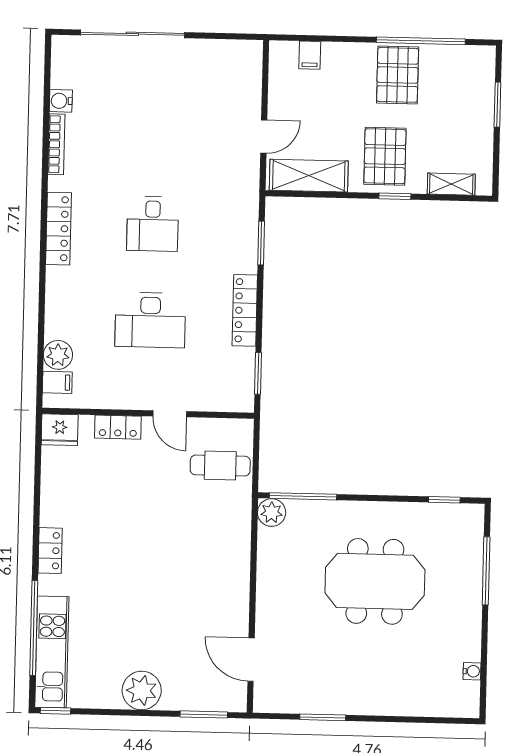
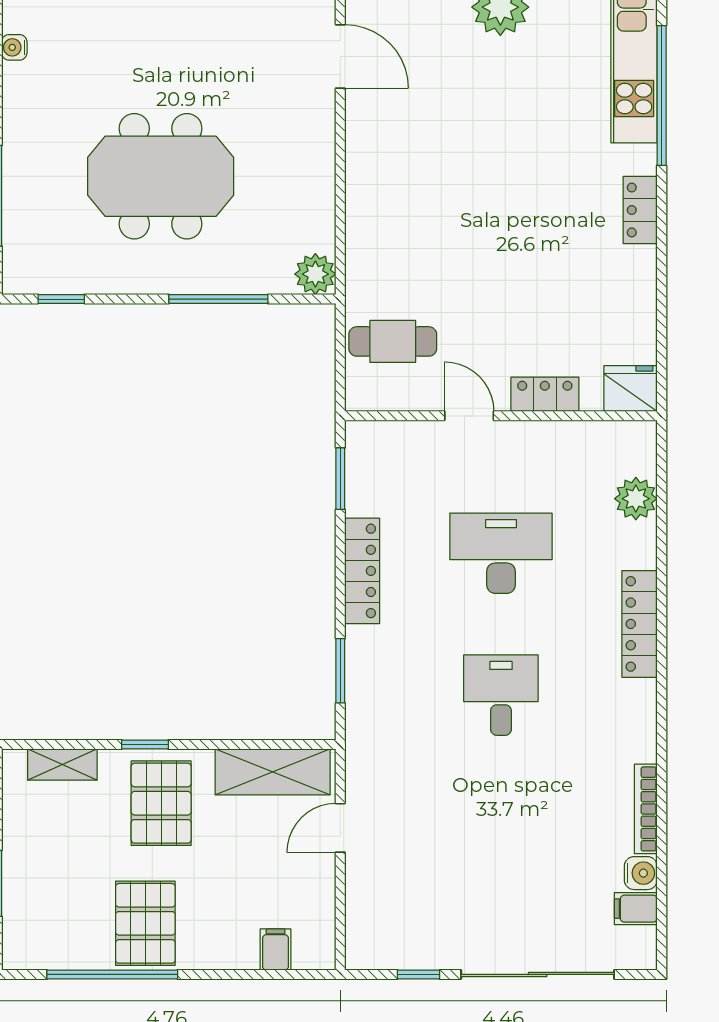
window: (213, 36) -> (419, 974), added
locker: (58, 229) -> (640, 624), moved
filing cabinet: (57, 382) -> (636, 909), moved
window: (303, 496) -> (218, 299), moved

